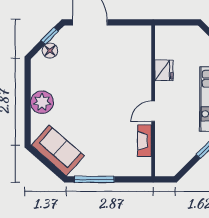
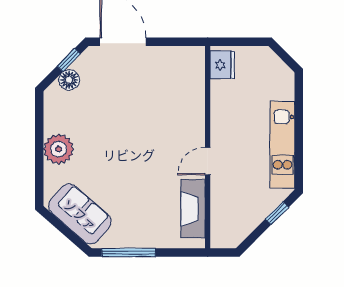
fridge: (164, 70) -> (222, 65), moved
fireplace: (144, 141) -> (193, 209), width x1.37, depth x1.32

